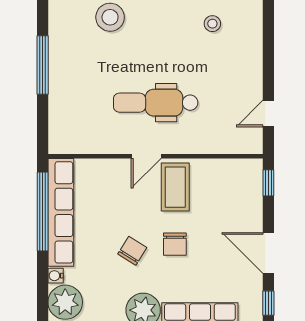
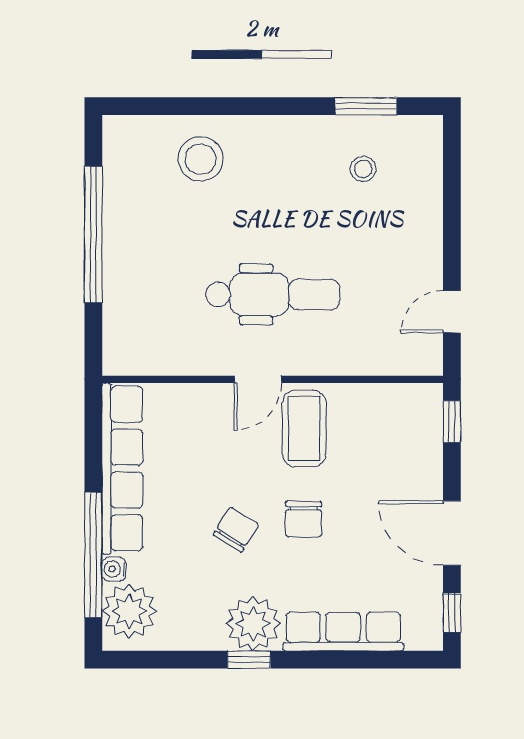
window: (43, 65) -> (93, 235), width x1.46
dental chair: (156, 103) -> (273, 294), turned 180
window: (43, 212) -> (93, 555), moved

